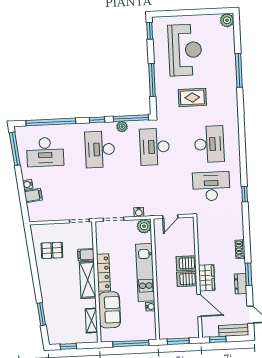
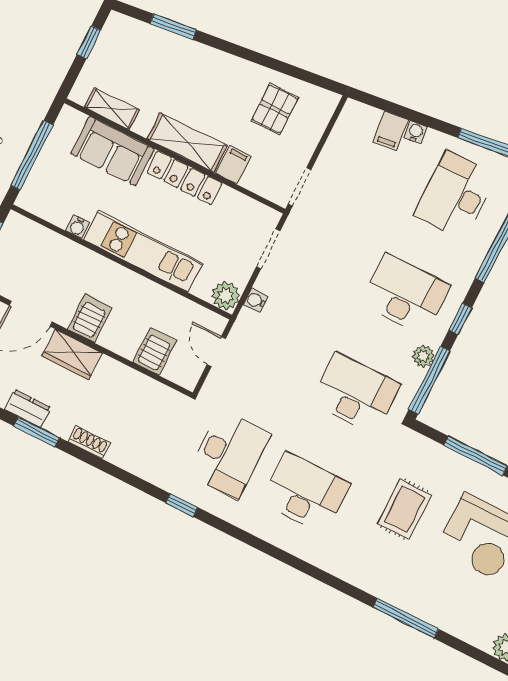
desk: (209, 144) -> (305, 493), turned 180
server rack: (186, 263) -> (155, 351), moved

